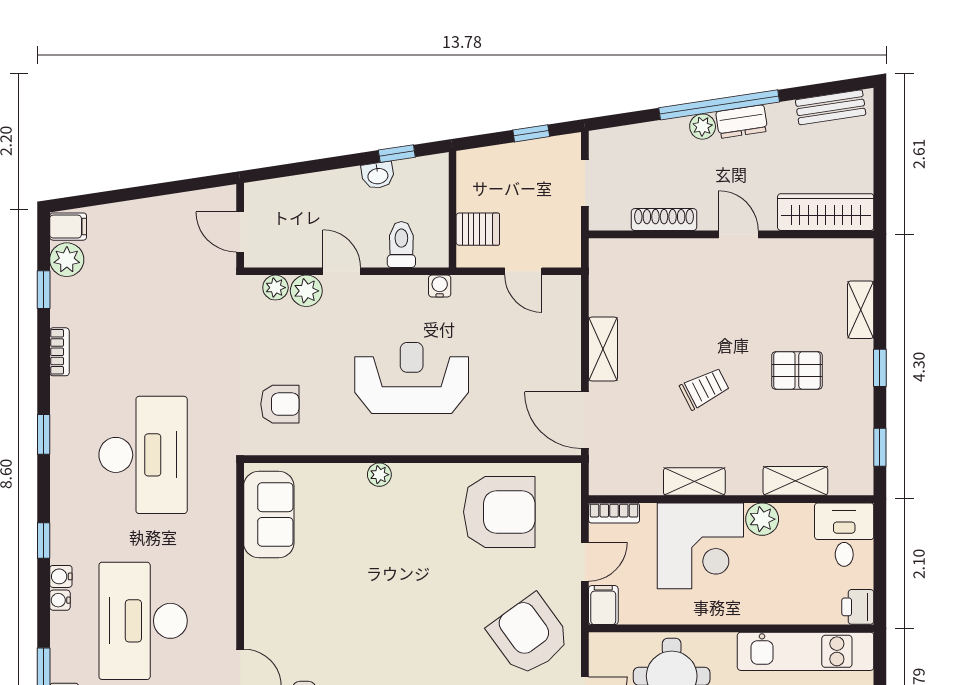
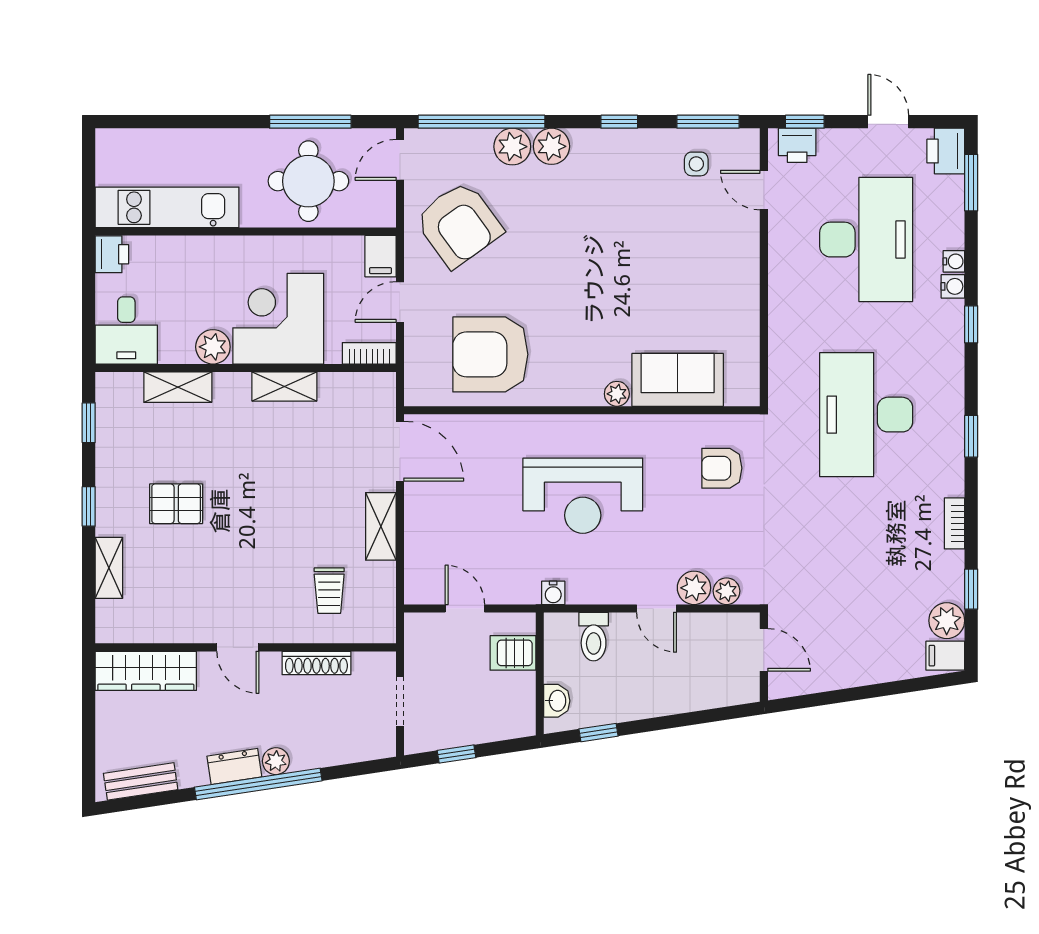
washbasin: (378, 175) -> (557, 701), moved, turned 99
trolley: (704, 388) -> (329, 591), moved, turned -63
sofa: (269, 515) -> (678, 380), moved, turned 90

